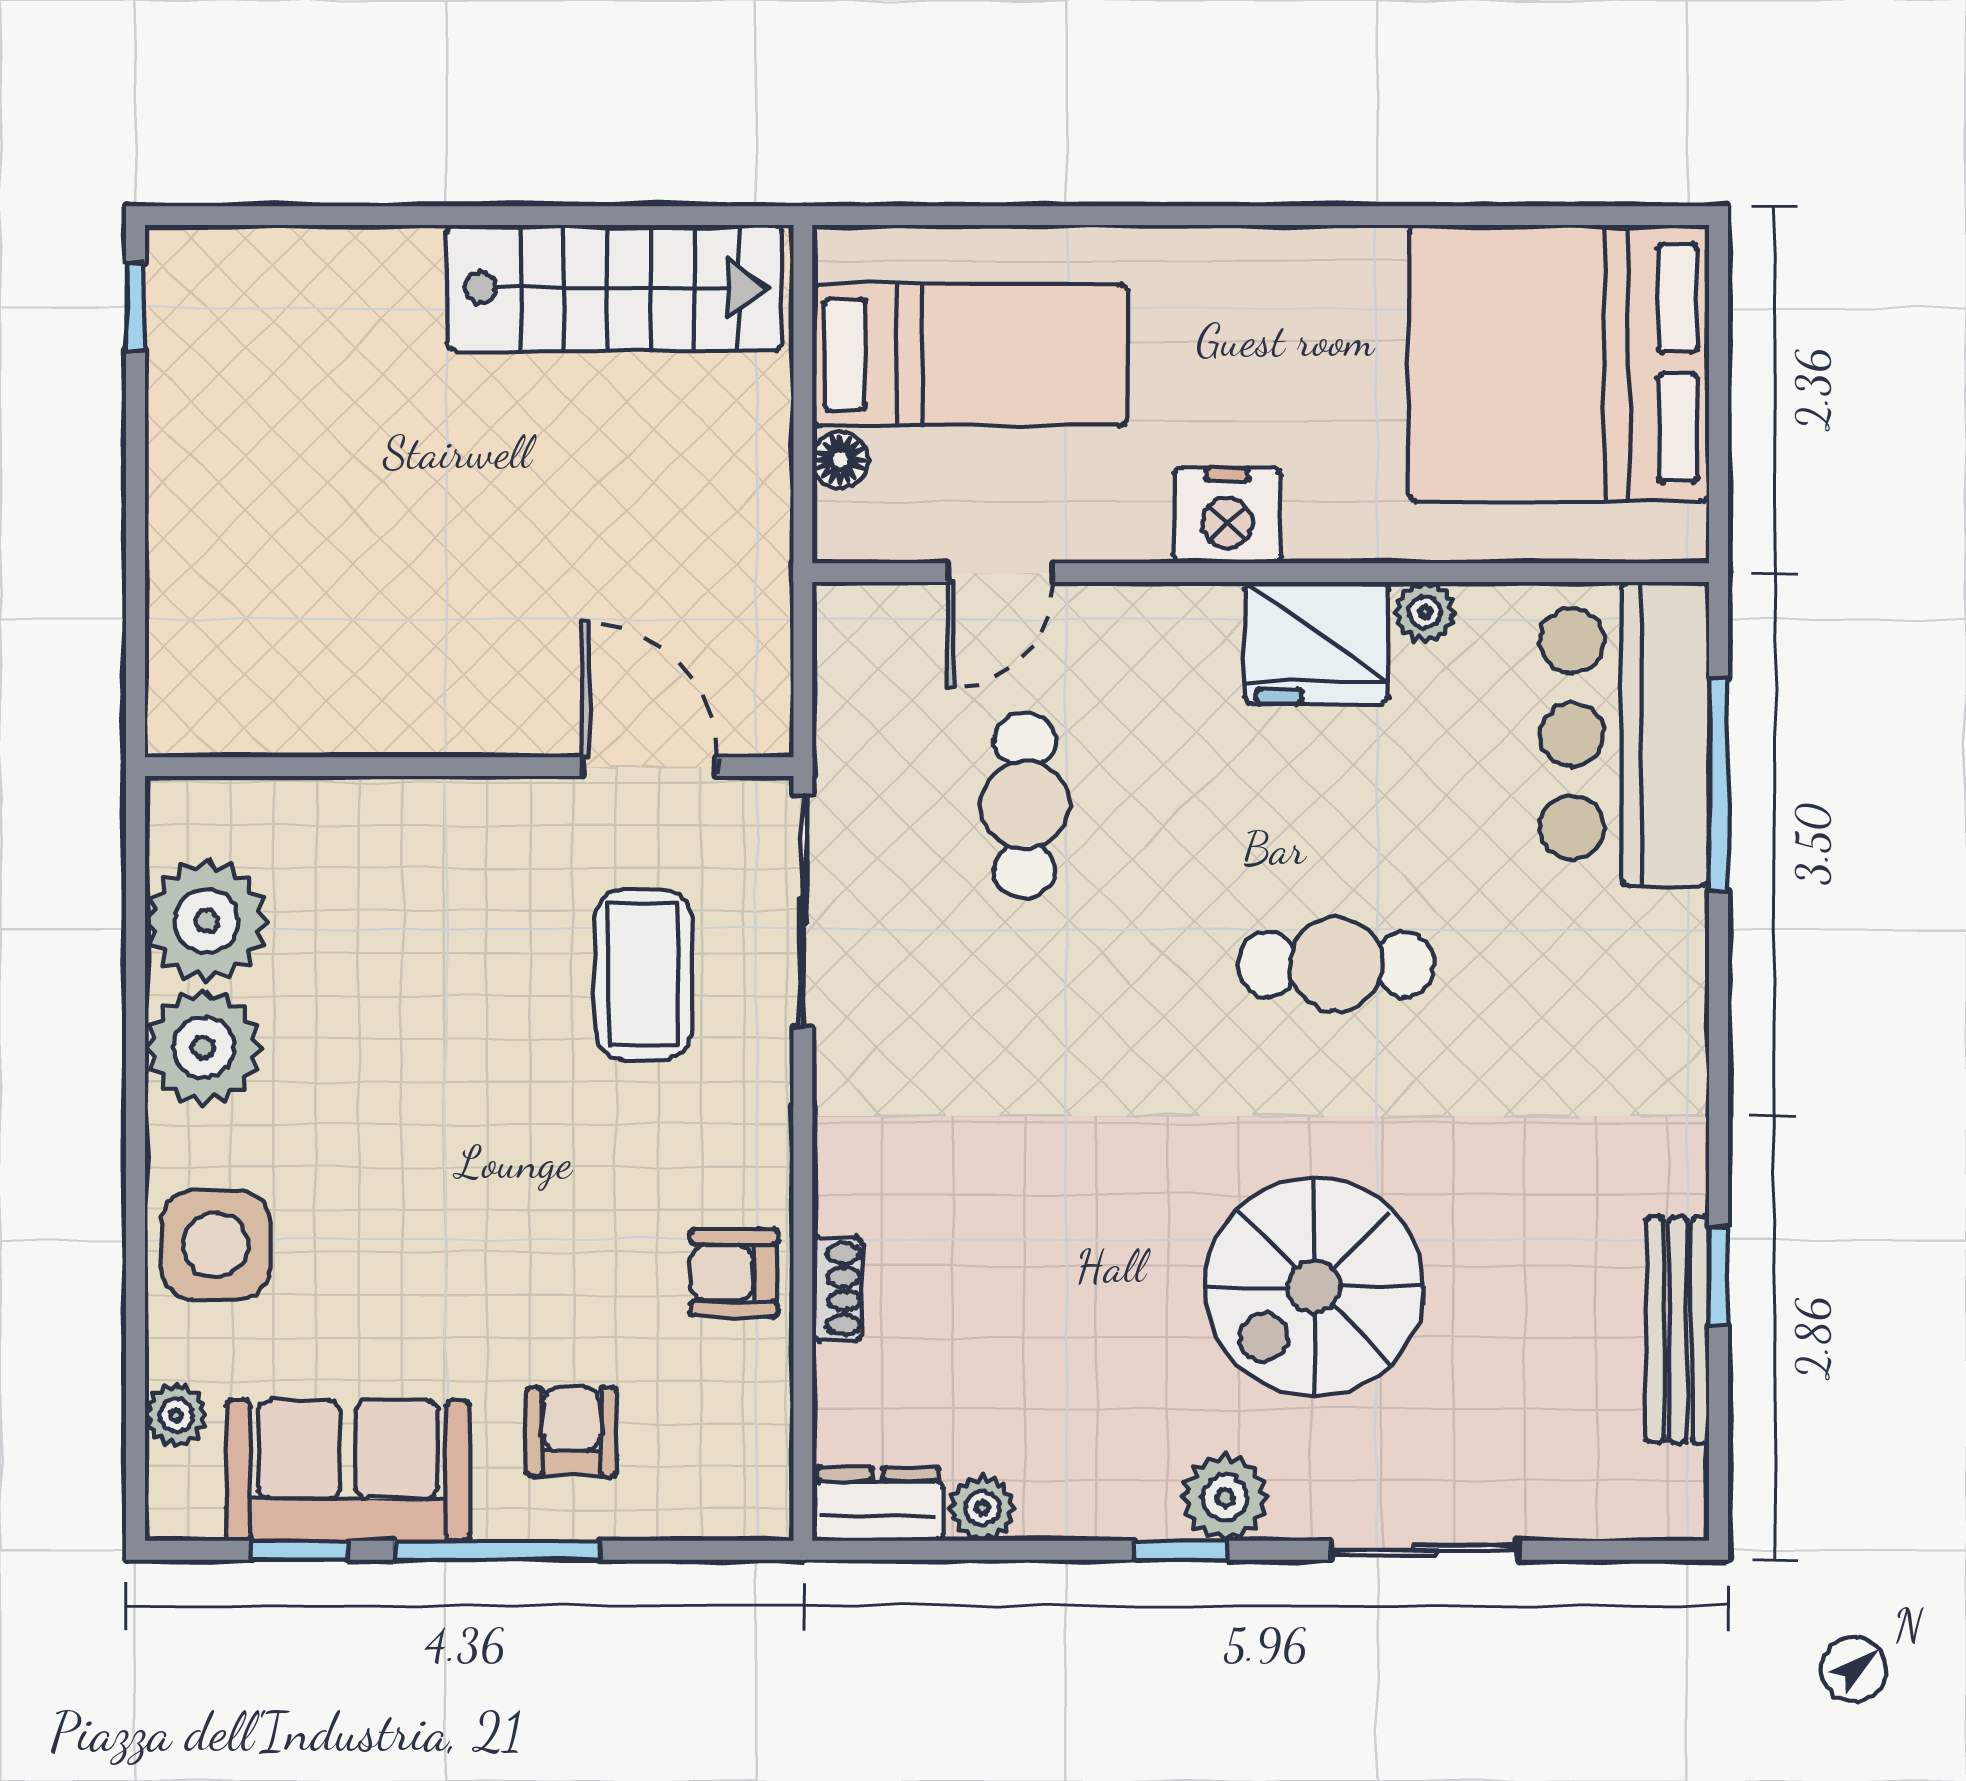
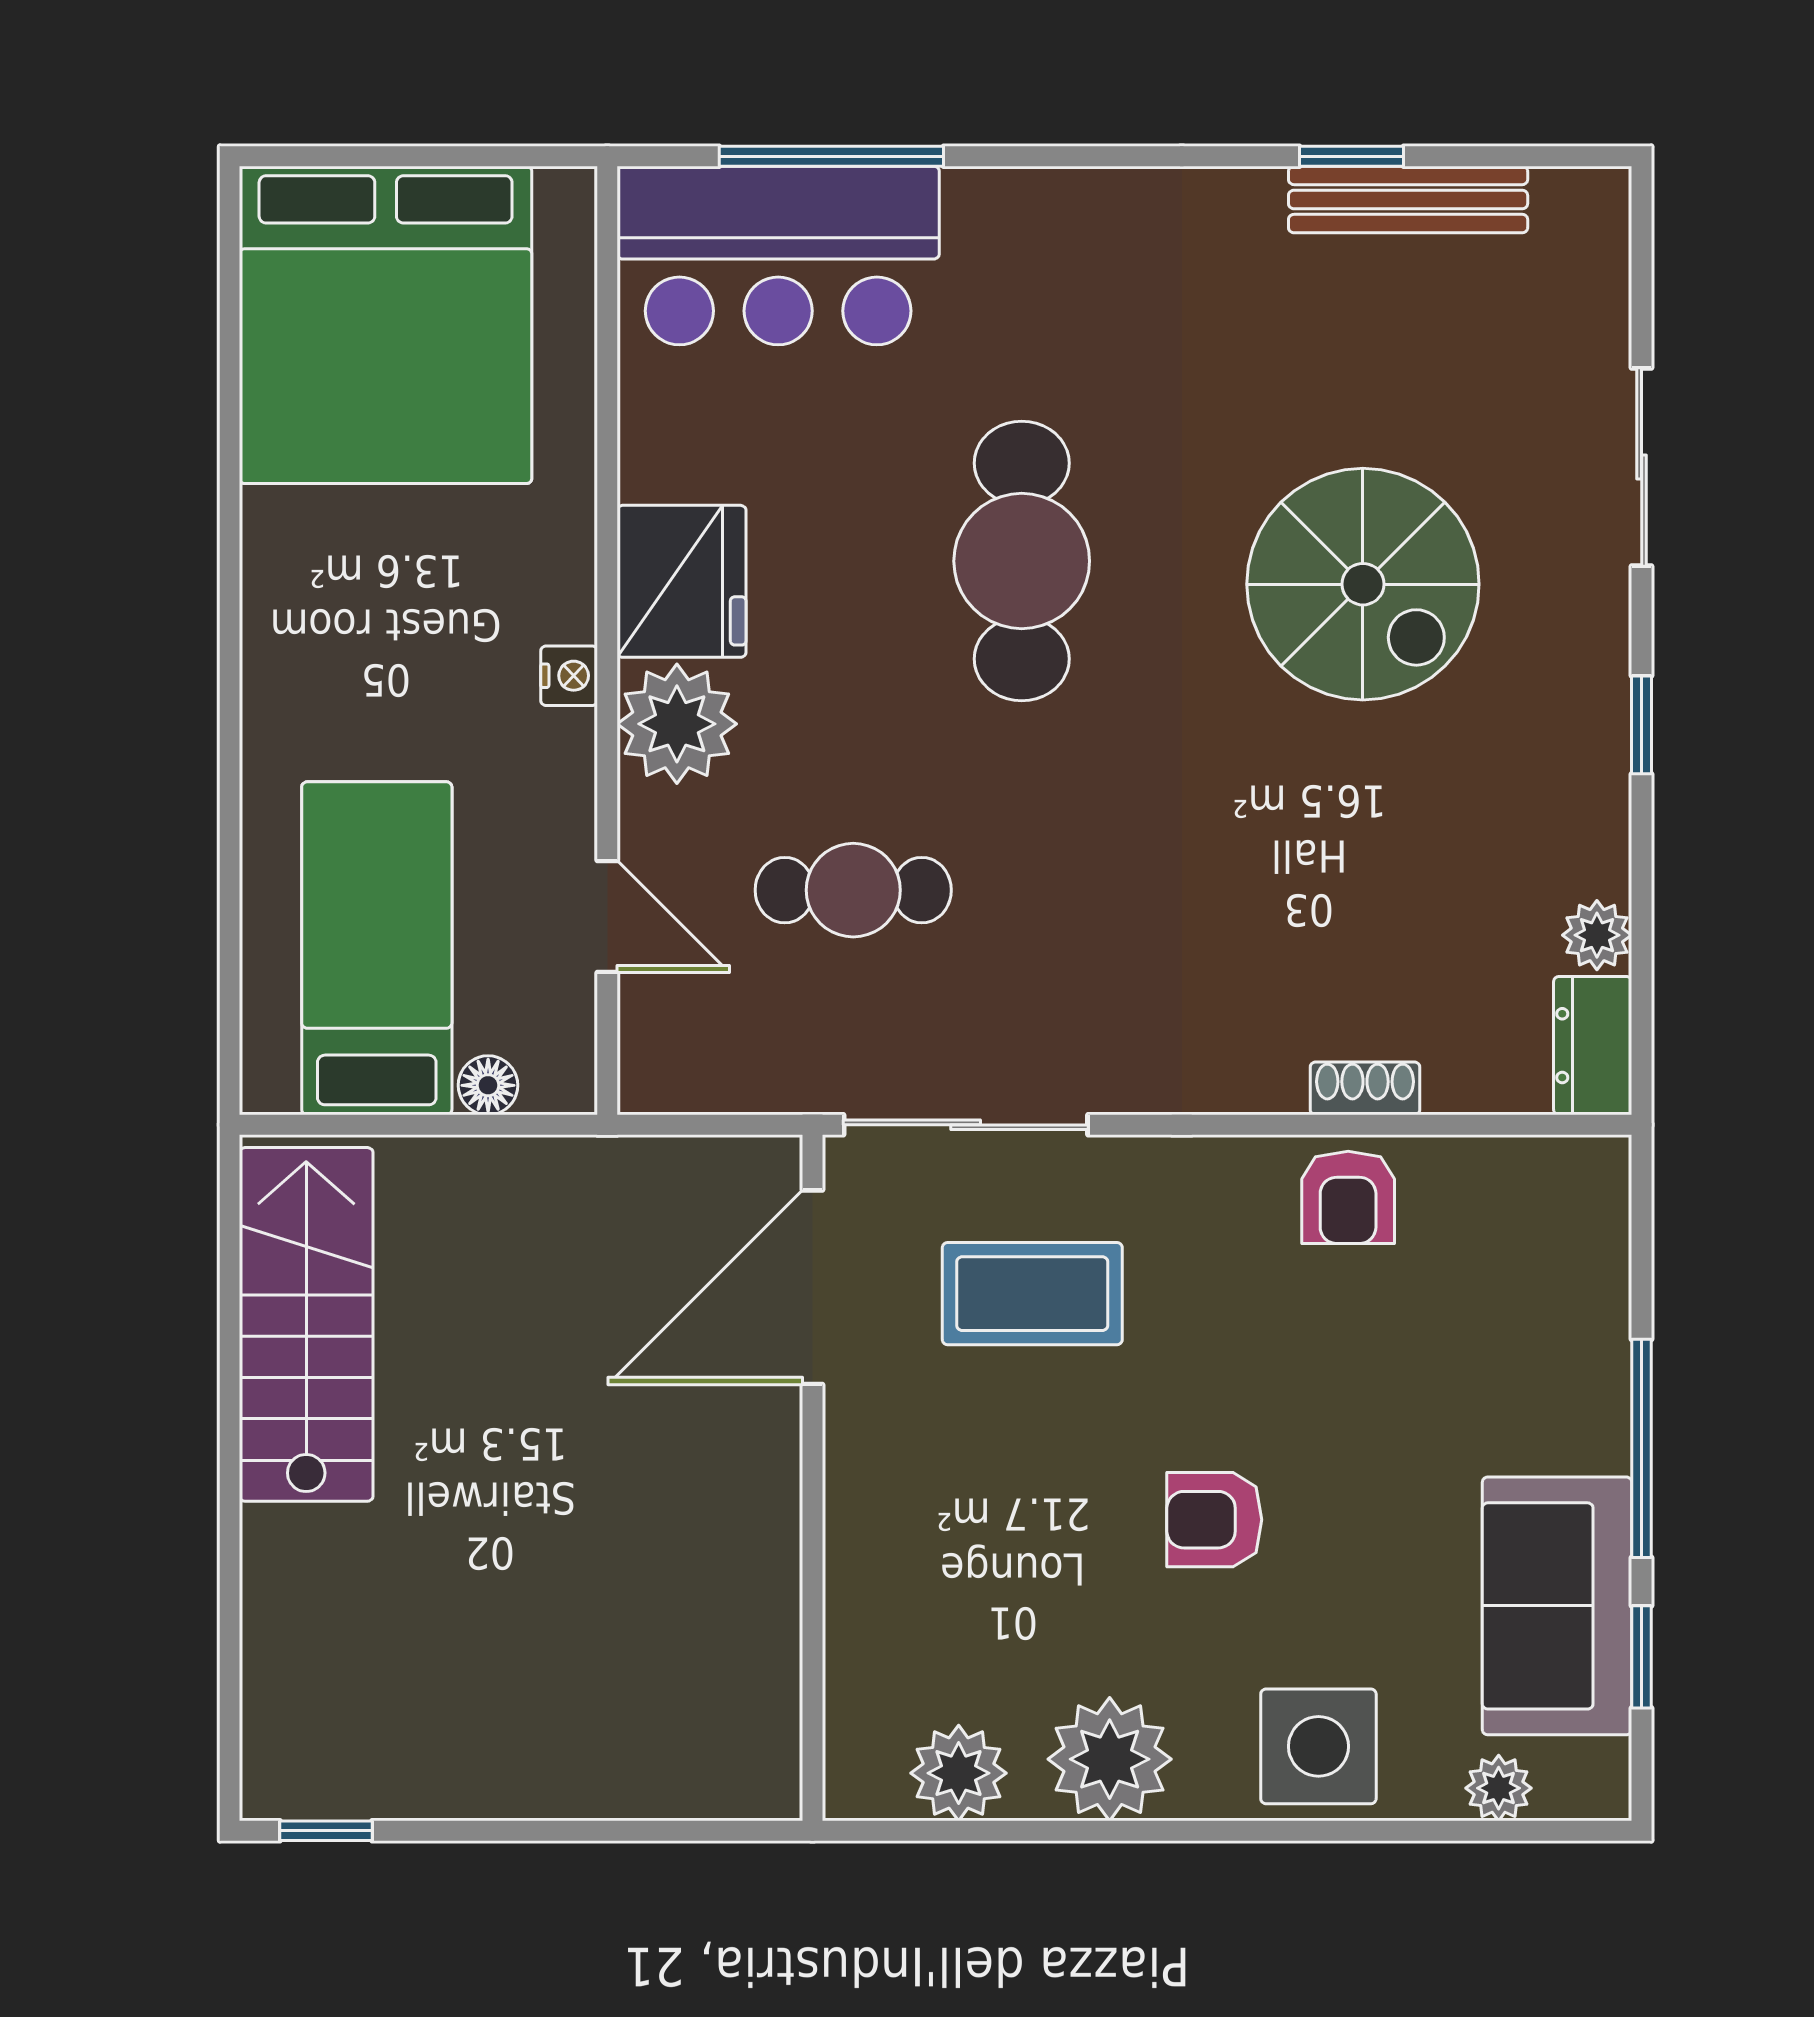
nightstand: (1227, 515) -> (569, 676), width x0.53, depth x0.56
plant: (1425, 612) -> (677, 724), moved, width x1.88, depth x1.88
door: (649, 767) -> (812, 1287), width x1.36
plant: (207, 921) -> (959, 1773), width x0.73, depth x0.73
cafe table: (1336, 964) -> (1022, 561), width x1.37, depth x1.35
armchair: (571, 1432) -> (1214, 1520), moved
plant: (1225, 1498) -> (1586, 678), removed

